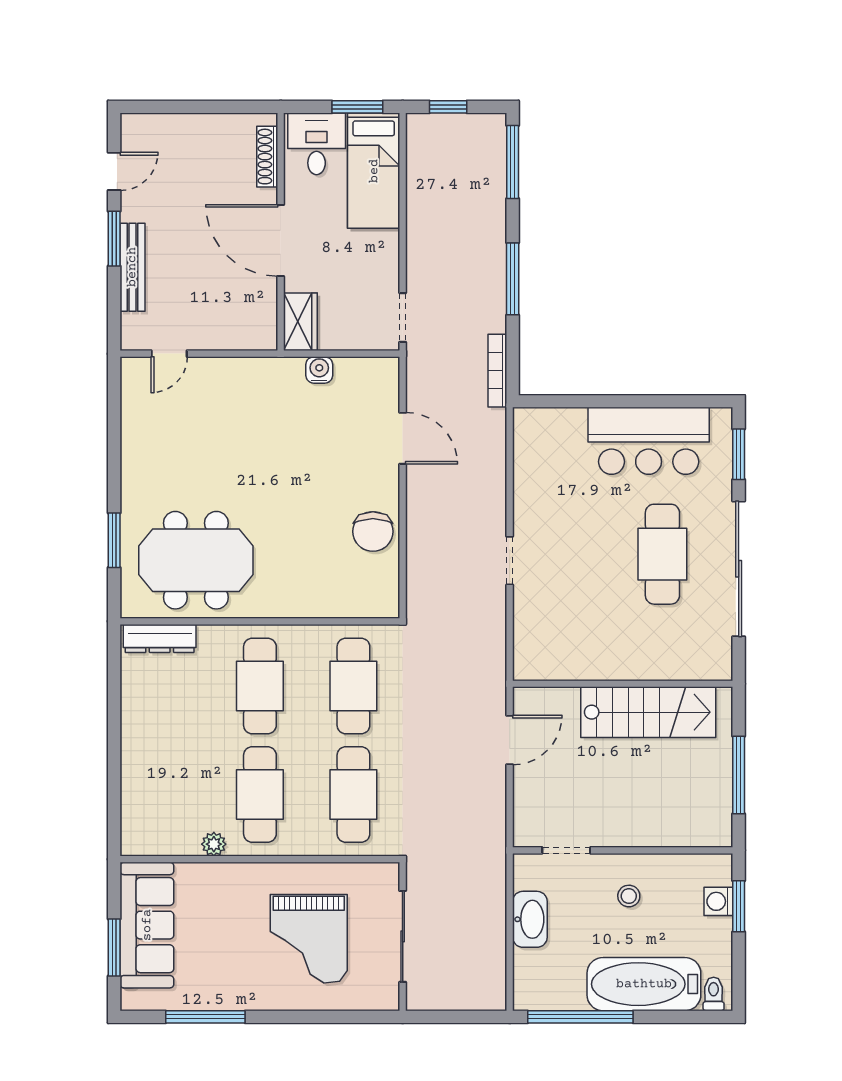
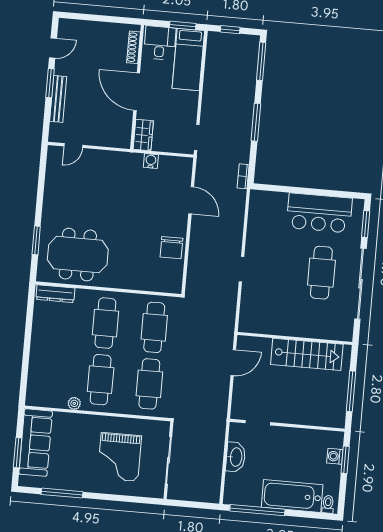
bookcase: (497, 371) -> (243, 176), width x0.64
stool: (629, 896) -> (288, 449), removed

